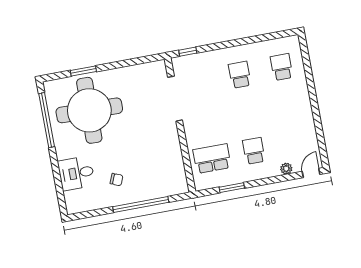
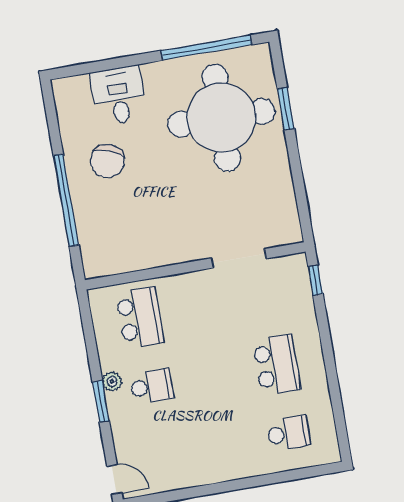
school desk: (240, 75) -> (277, 365), width x1.85
doorway: (175, 99) -> (239, 258), width x0.73
plant: (286, 169) -> (112, 381), moved
chair: (117, 180) -> (107, 161), width x1.87, depth x1.87
window: (232, 188) -> (101, 401), moved

